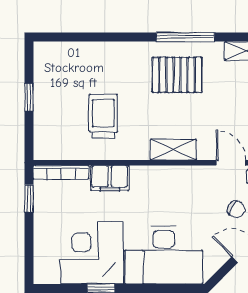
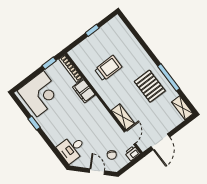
shelving: (173, 150) -> (123, 117), moved
corner desk: (92, 253) -> (40, 94), moved, turned 90
desk: (164, 255) -> (72, 149), width x0.53, depth x0.77

